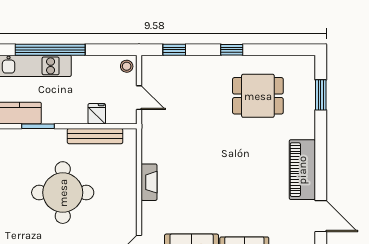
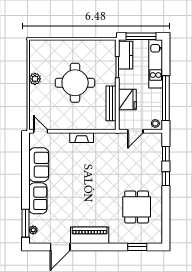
window: (50, 50) -> (166, 98), moved
window: (232, 50) -> (166, 179), moved
fridge: (97, 114) -> (127, 100), width x1.88, depth x1.34

